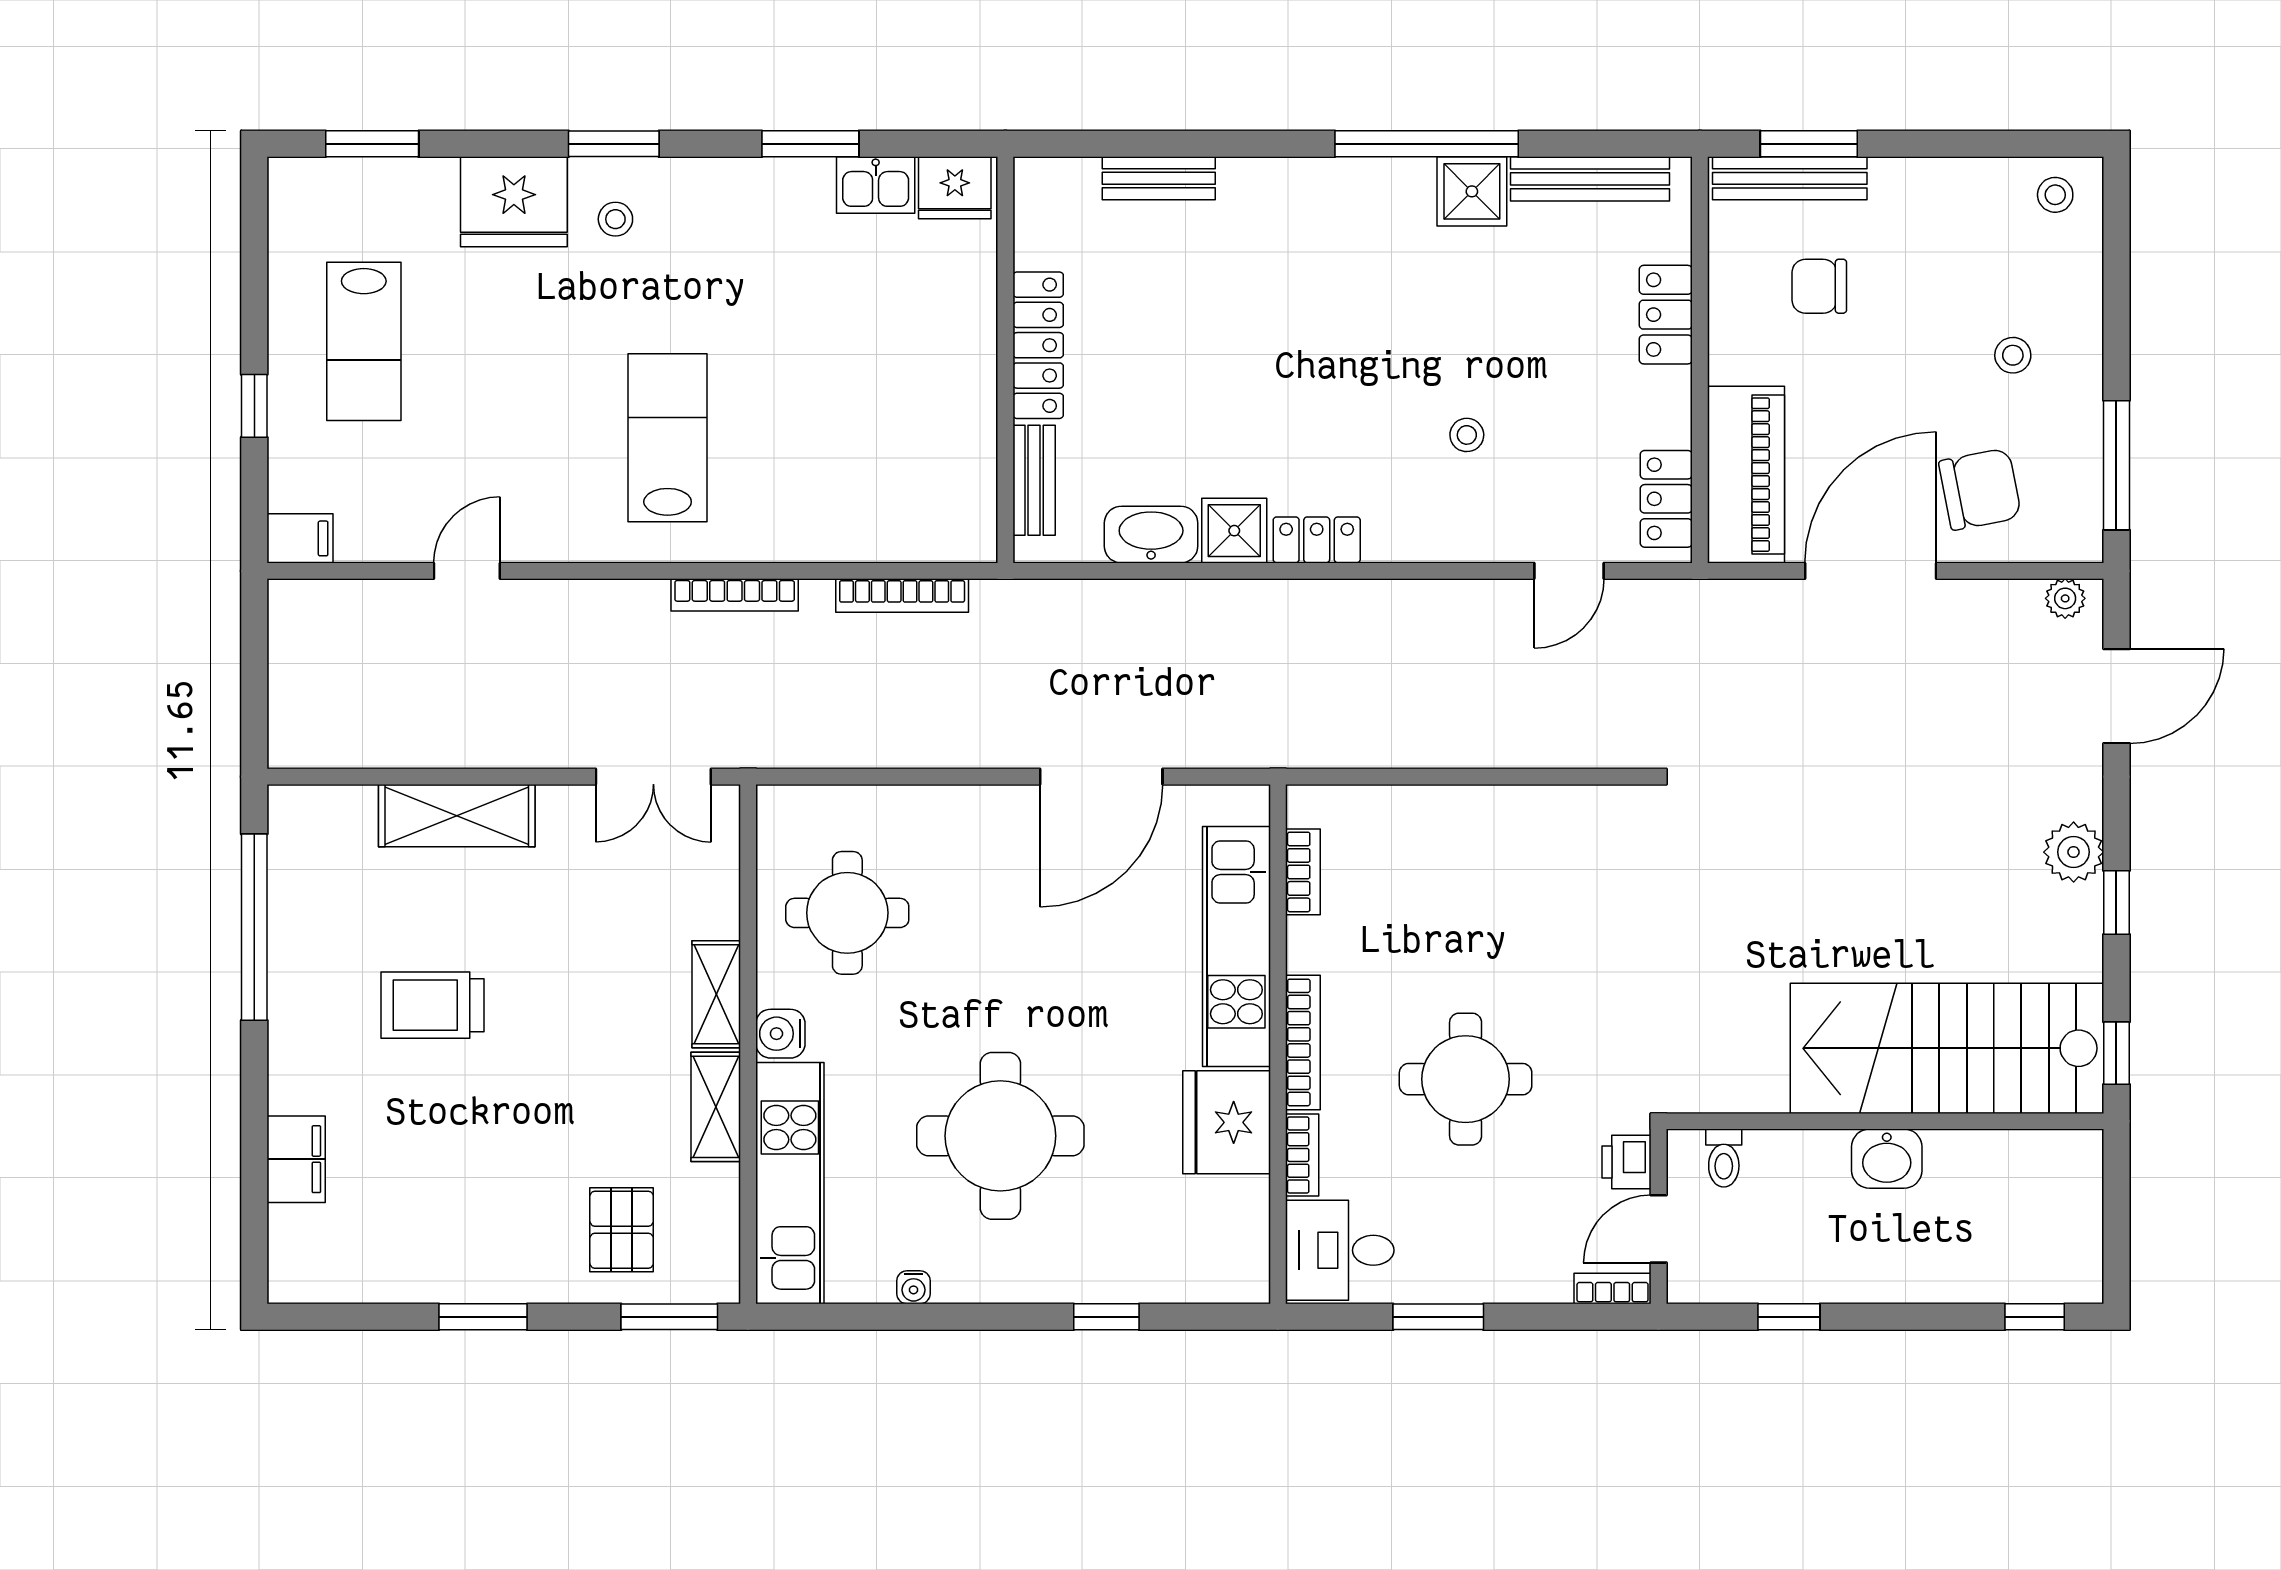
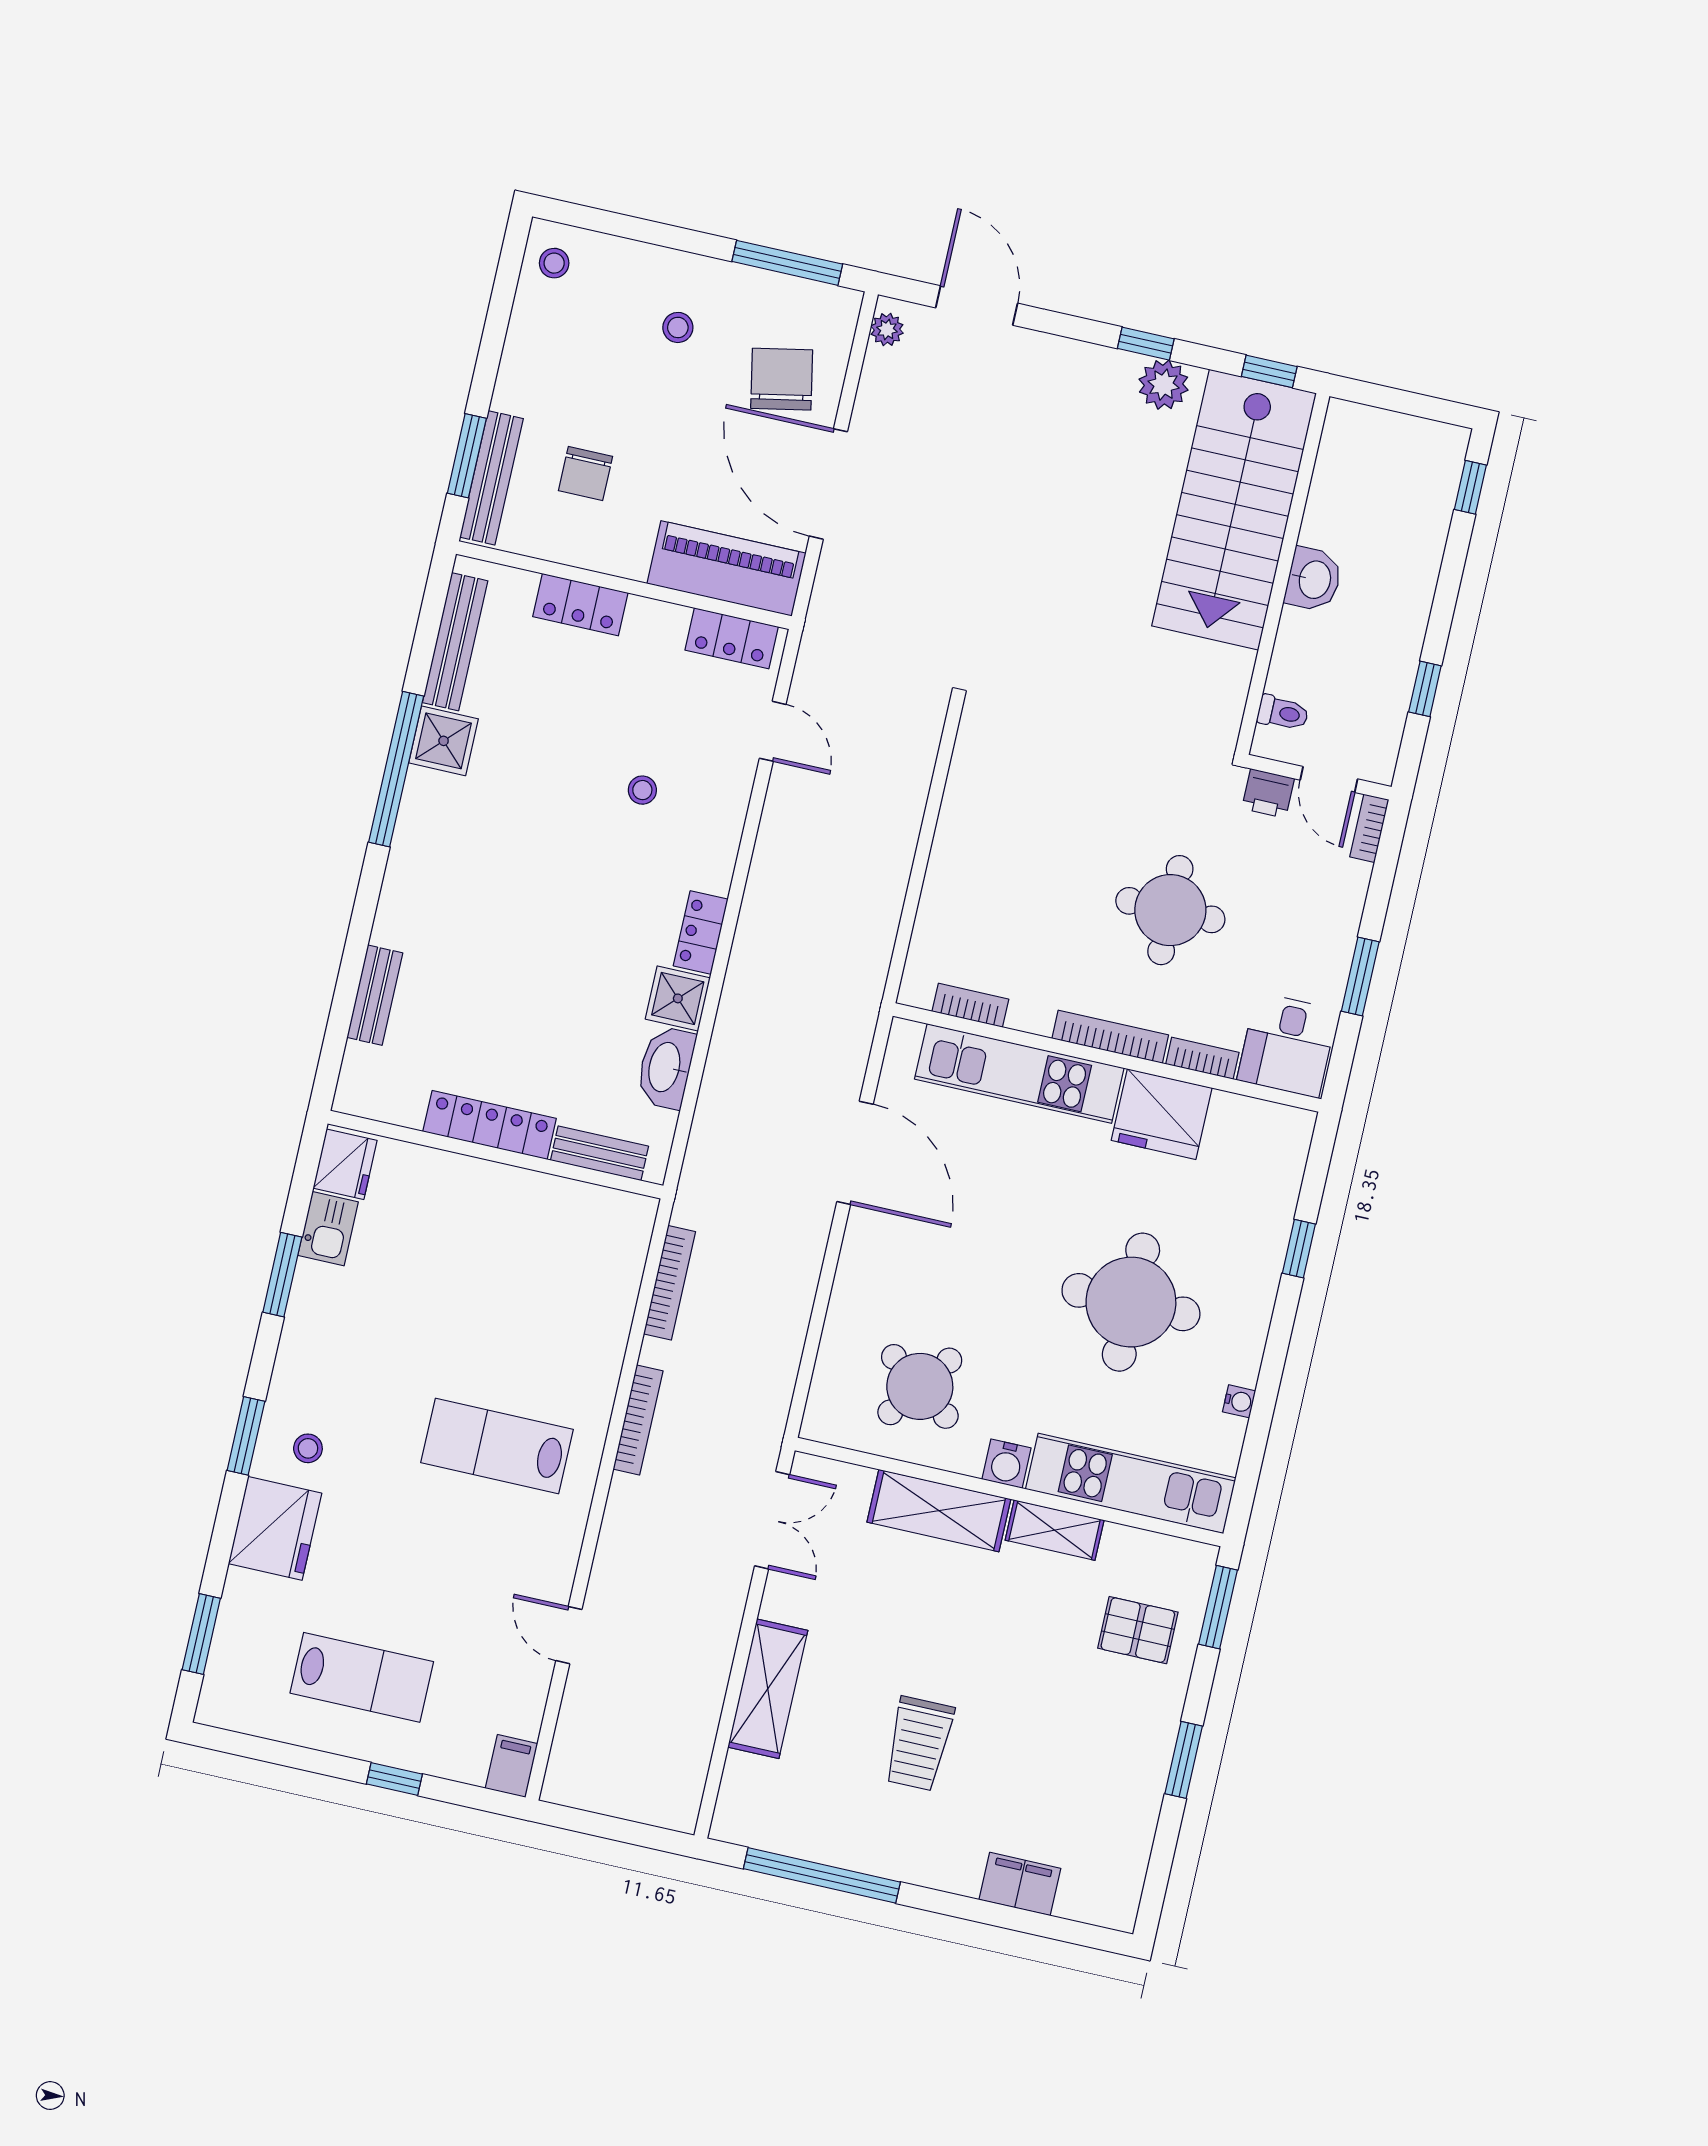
plant: (2074, 852) -> (1164, 385), moved
round table: (847, 913) -> (920, 1386), turned 36
shelving: (716, 994) -> (939, 1511), width x1.50, depth x1.33

